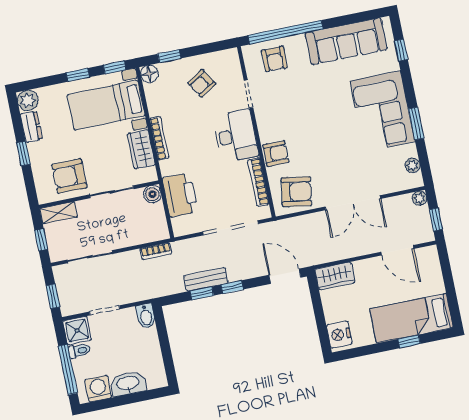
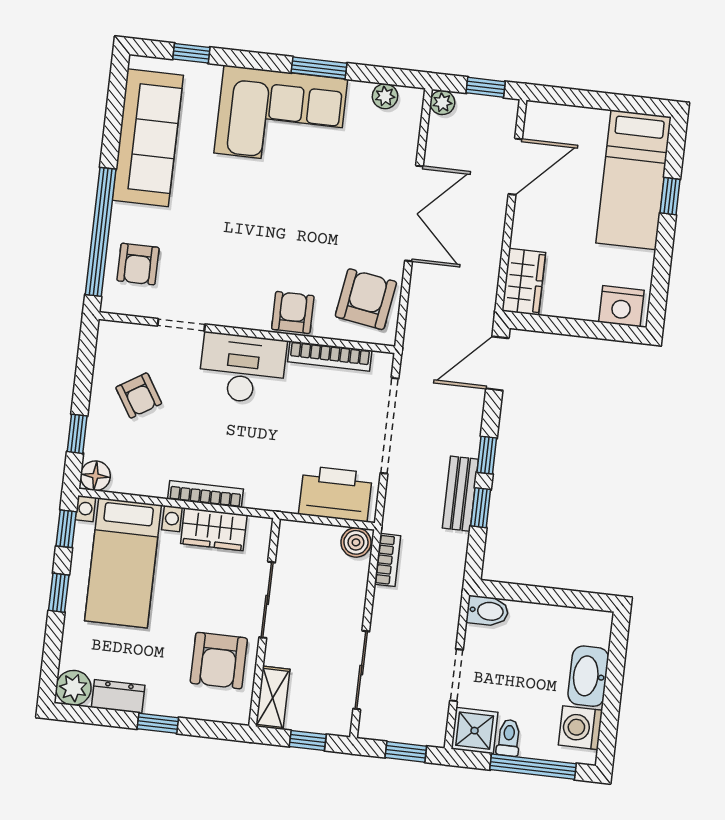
armchair: (274, 59) -> (138, 264), turned 90
boiler: (152, 194) -> (356, 542), moved
printer: (180, 195) -> (336, 494), moved

